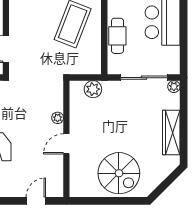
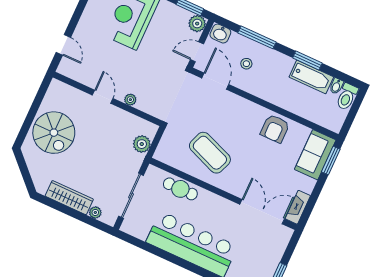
plant: (174, 87) -> (95, 212), moved
spiral stairs: (119, 173) -> (54, 133), turned -90

